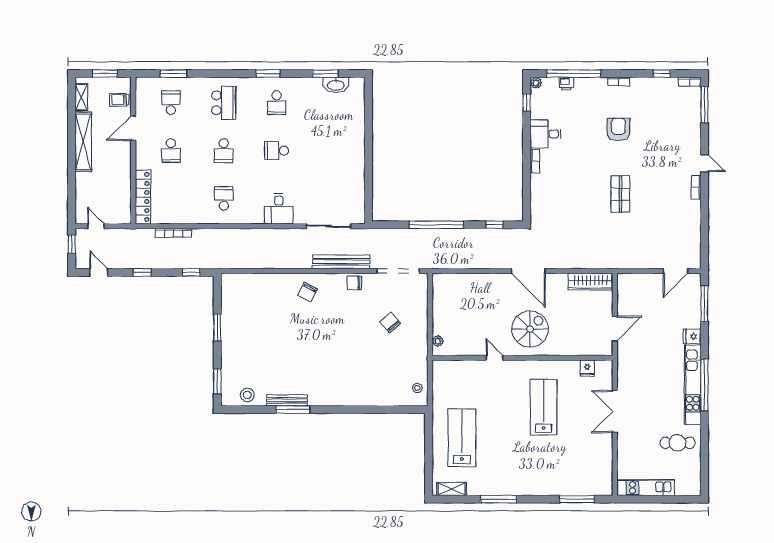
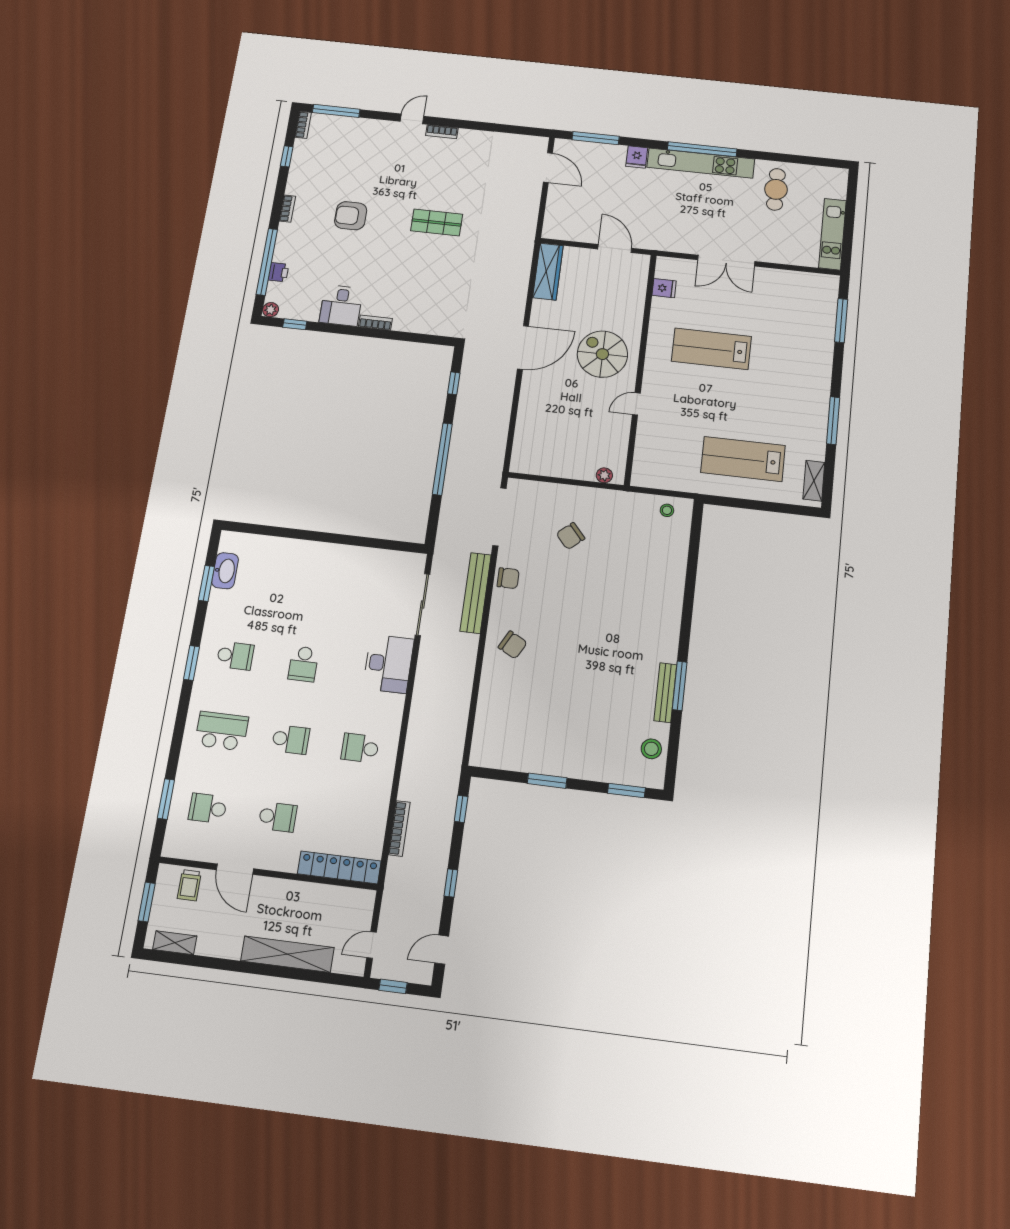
shelving: (83, 142) -> (287, 954), moved
desk: (279, 209) -> (388, 664), width x1.37
chair: (354, 283) -> (508, 578), turned -90

